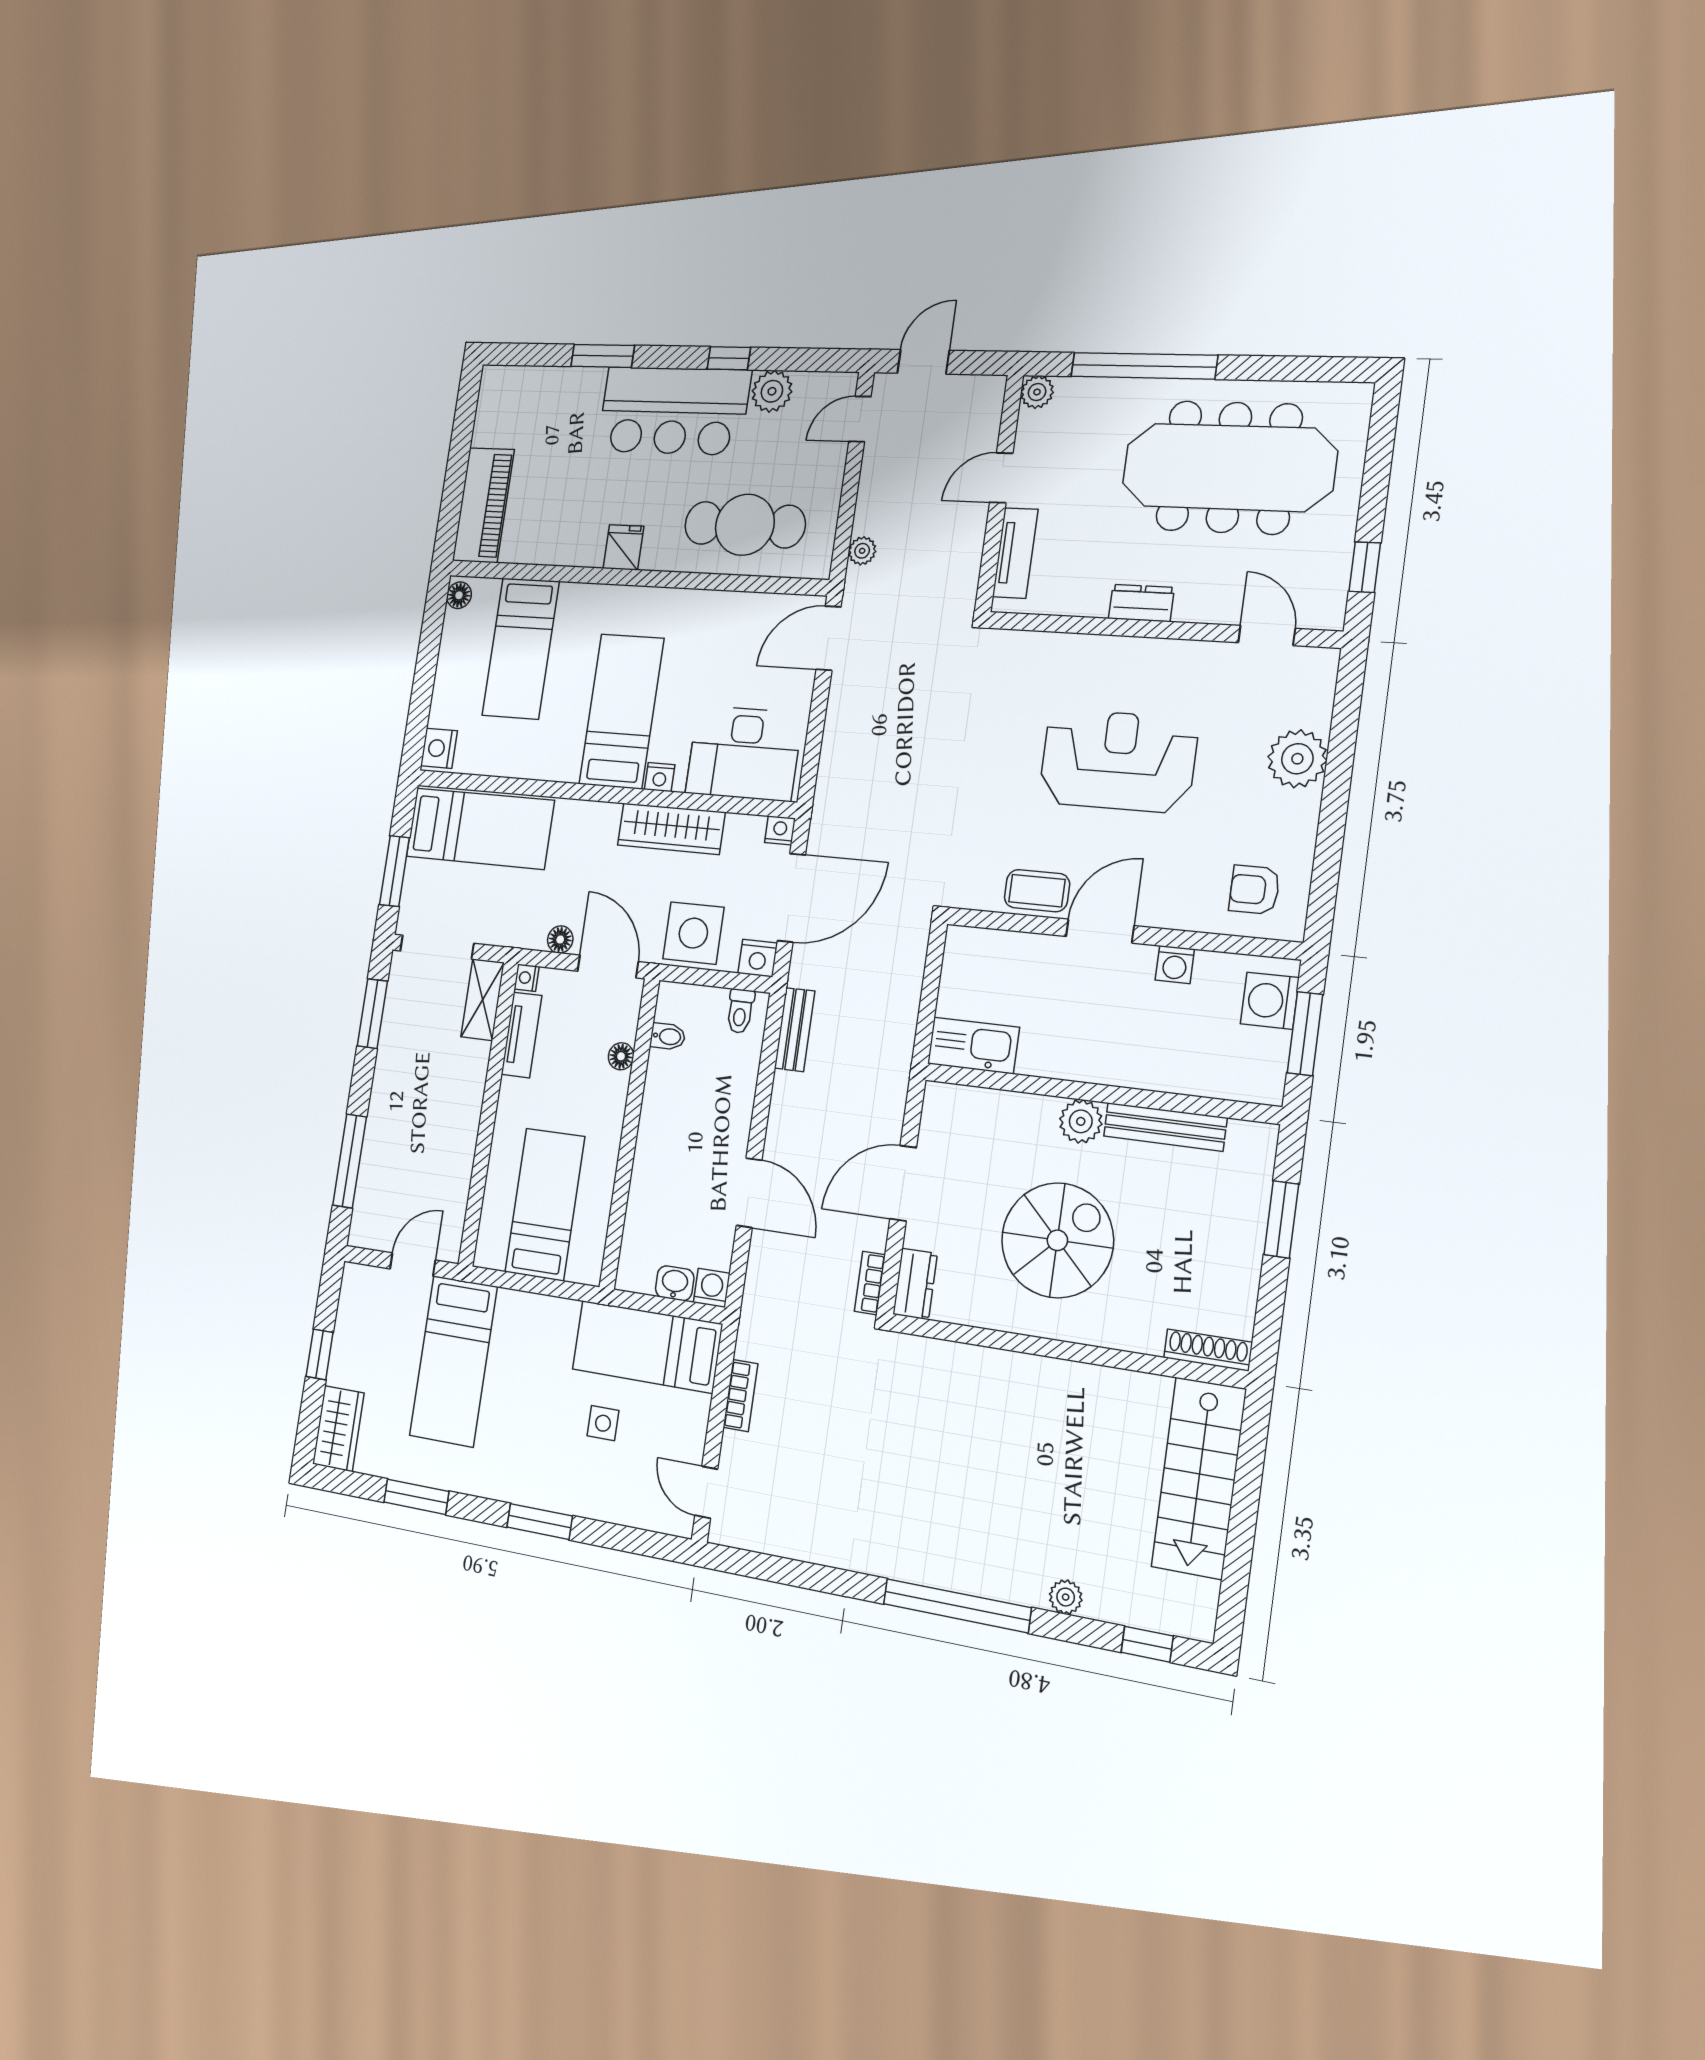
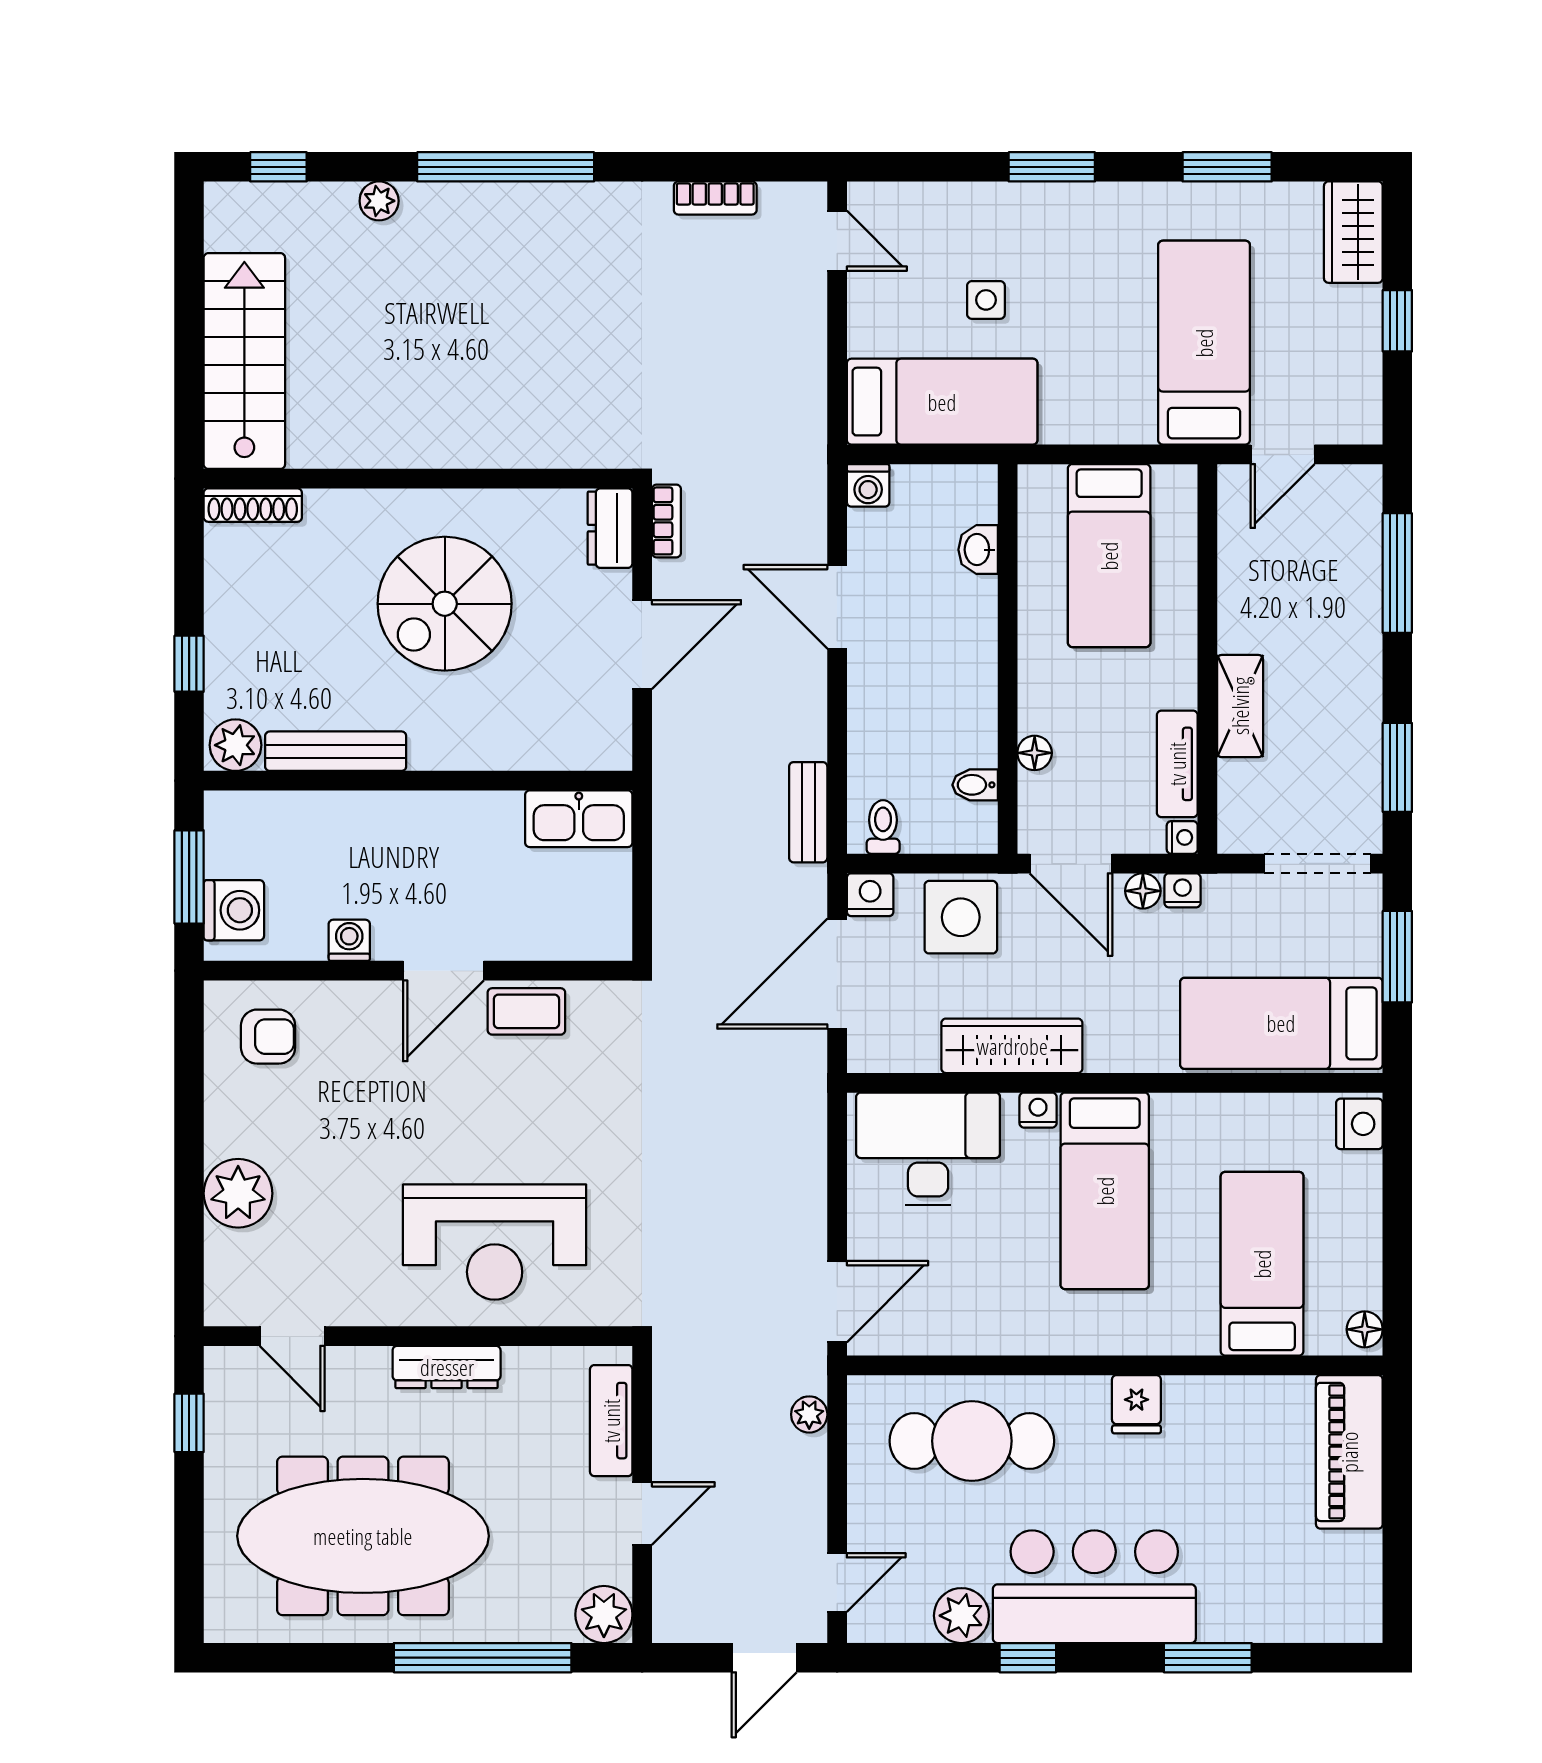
plant: (1037, 392) -> (604, 1615), width x1.38, depth x1.38
dresser: (1141, 603) -> (447, 1367), width x1.44
reception desk: (1118, 761) -> (495, 1242), moved
nightstand: (780, 830) -> (1183, 890), moved, turned 180
shelving: (483, 1000) -> (1240, 706), moved
plant: (1081, 1121) -> (235, 745), moved
window: (1281, 1219) -> (189, 664), width x0.67
washbasin: (675, 1283) -> (978, 550), moved, turned 90
bookcase: (740, 1396) -> (715, 198), moved, turned -90

